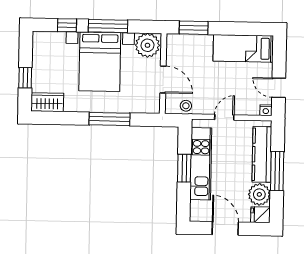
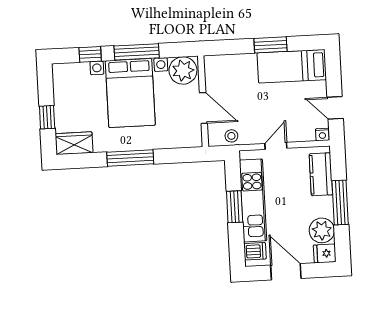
window: (194, 28) -> (271, 45), moved
window: (110, 119) -> (130, 158), moved
kitchen counter: (262, 154) -> (321, 174), width x0.67
dishwasher: (199, 209) -> (255, 251), added

